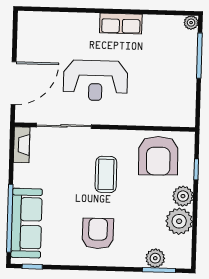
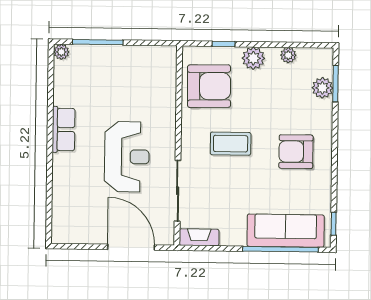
plant: (179, 221) -> (288, 55), width x0.53, depth x0.53

